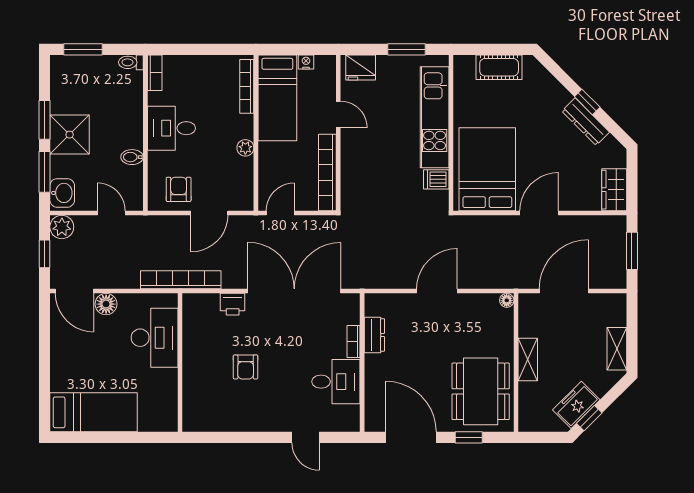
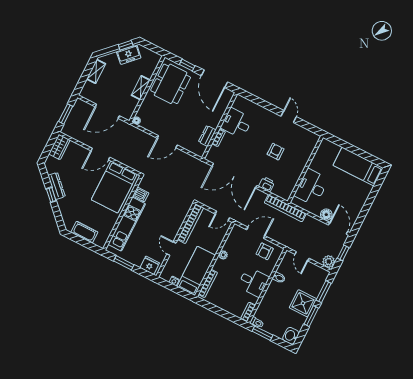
window: (83, 49) -> (262, 333), moved
washbasin: (62, 193) -> (291, 336), moved
door: (306, 437) -> (289, 116), moved

